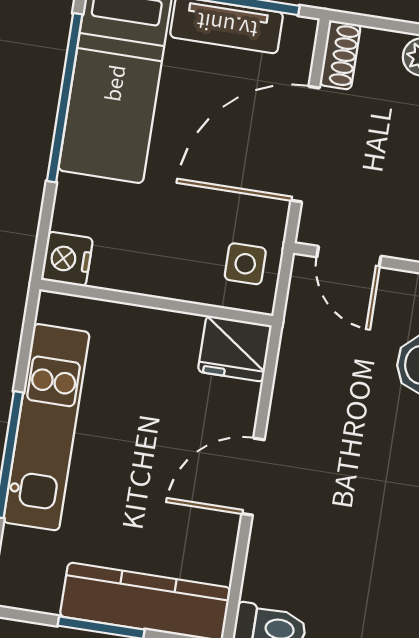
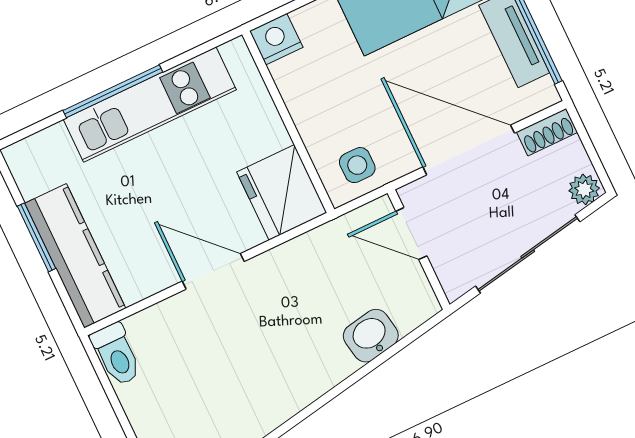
door: (349, 257) -> (411, 234), hinge flipped
fridge: (235, 349) -> (282, 192), width x1.36, depth x1.34

